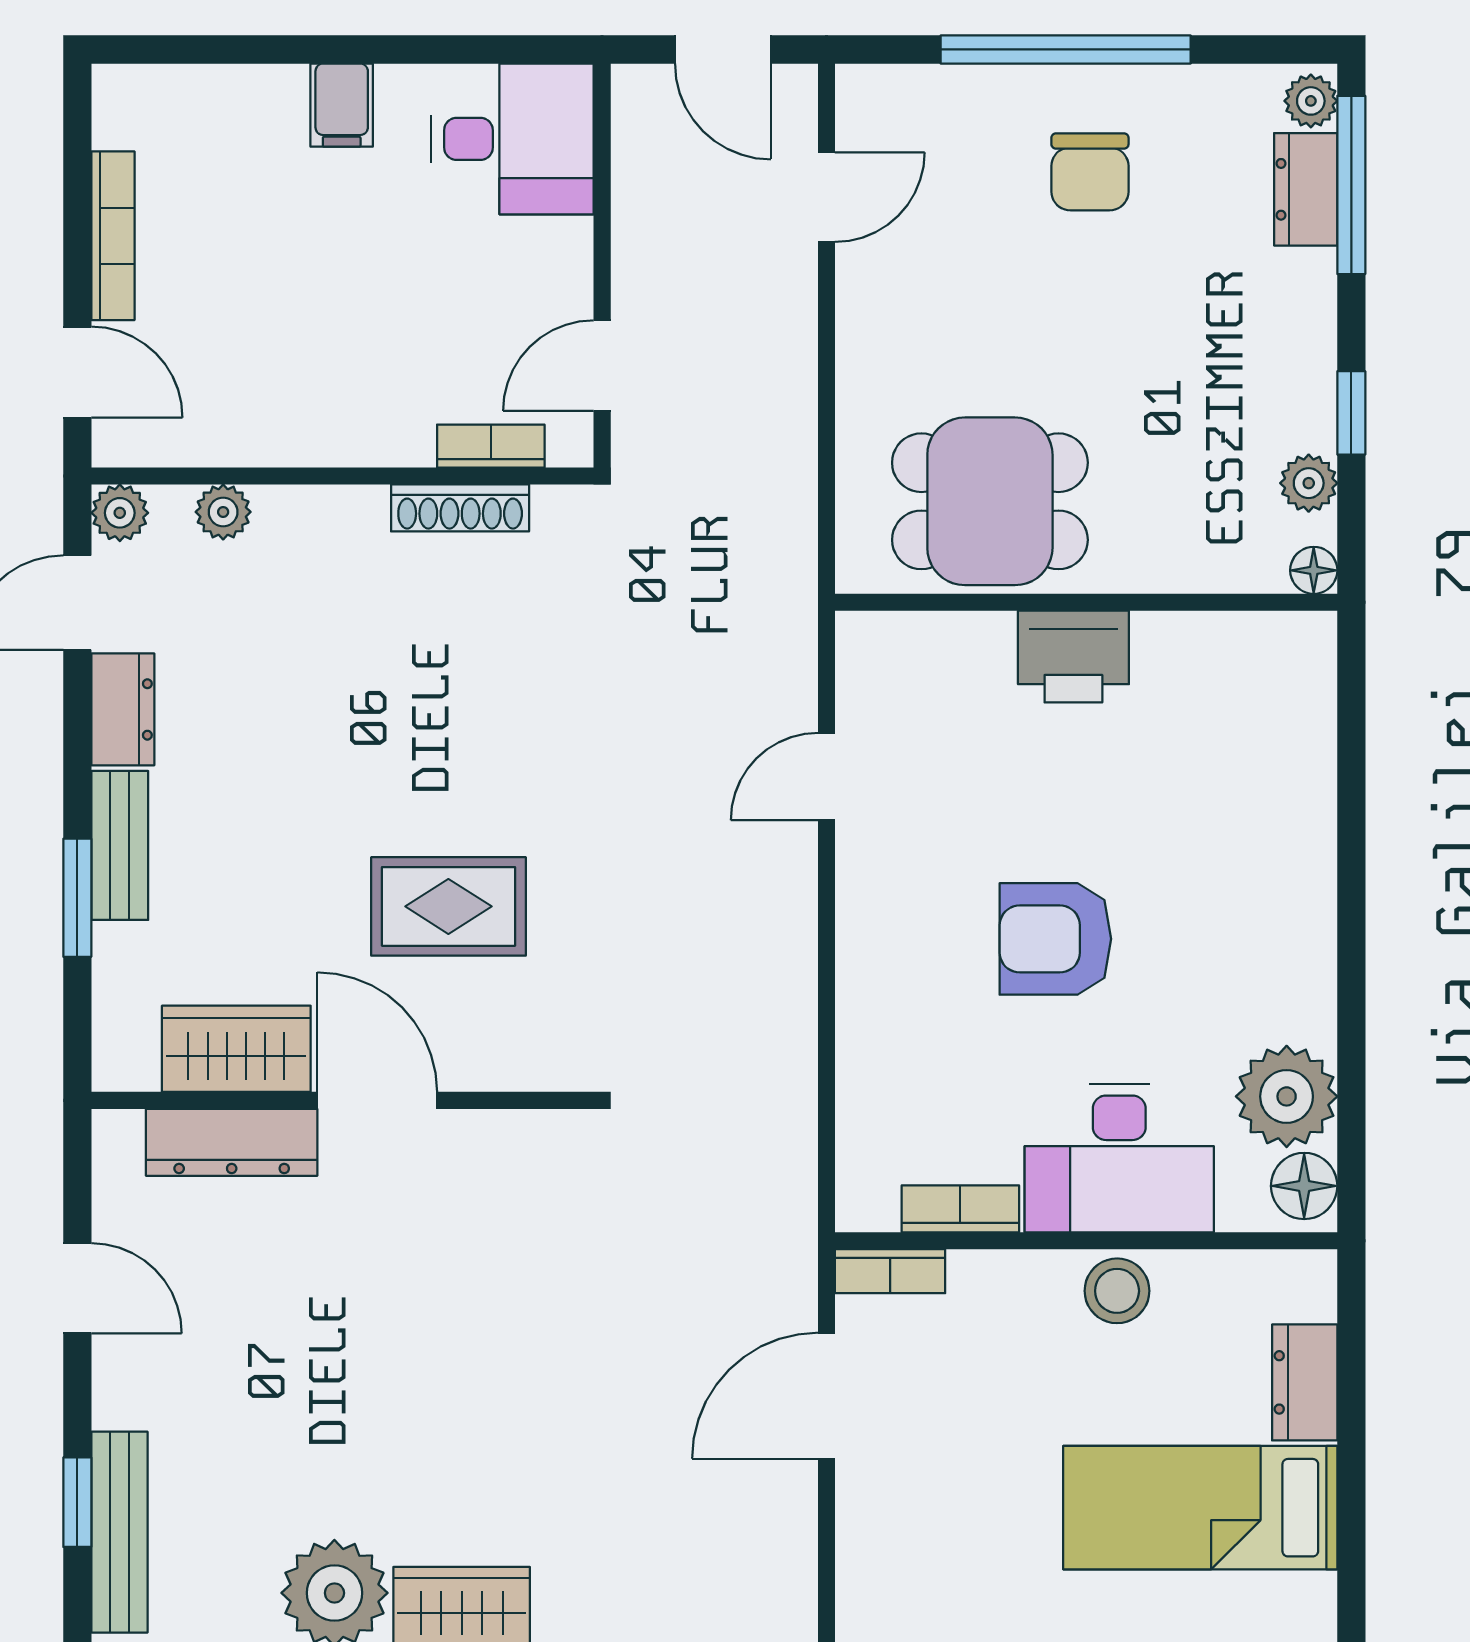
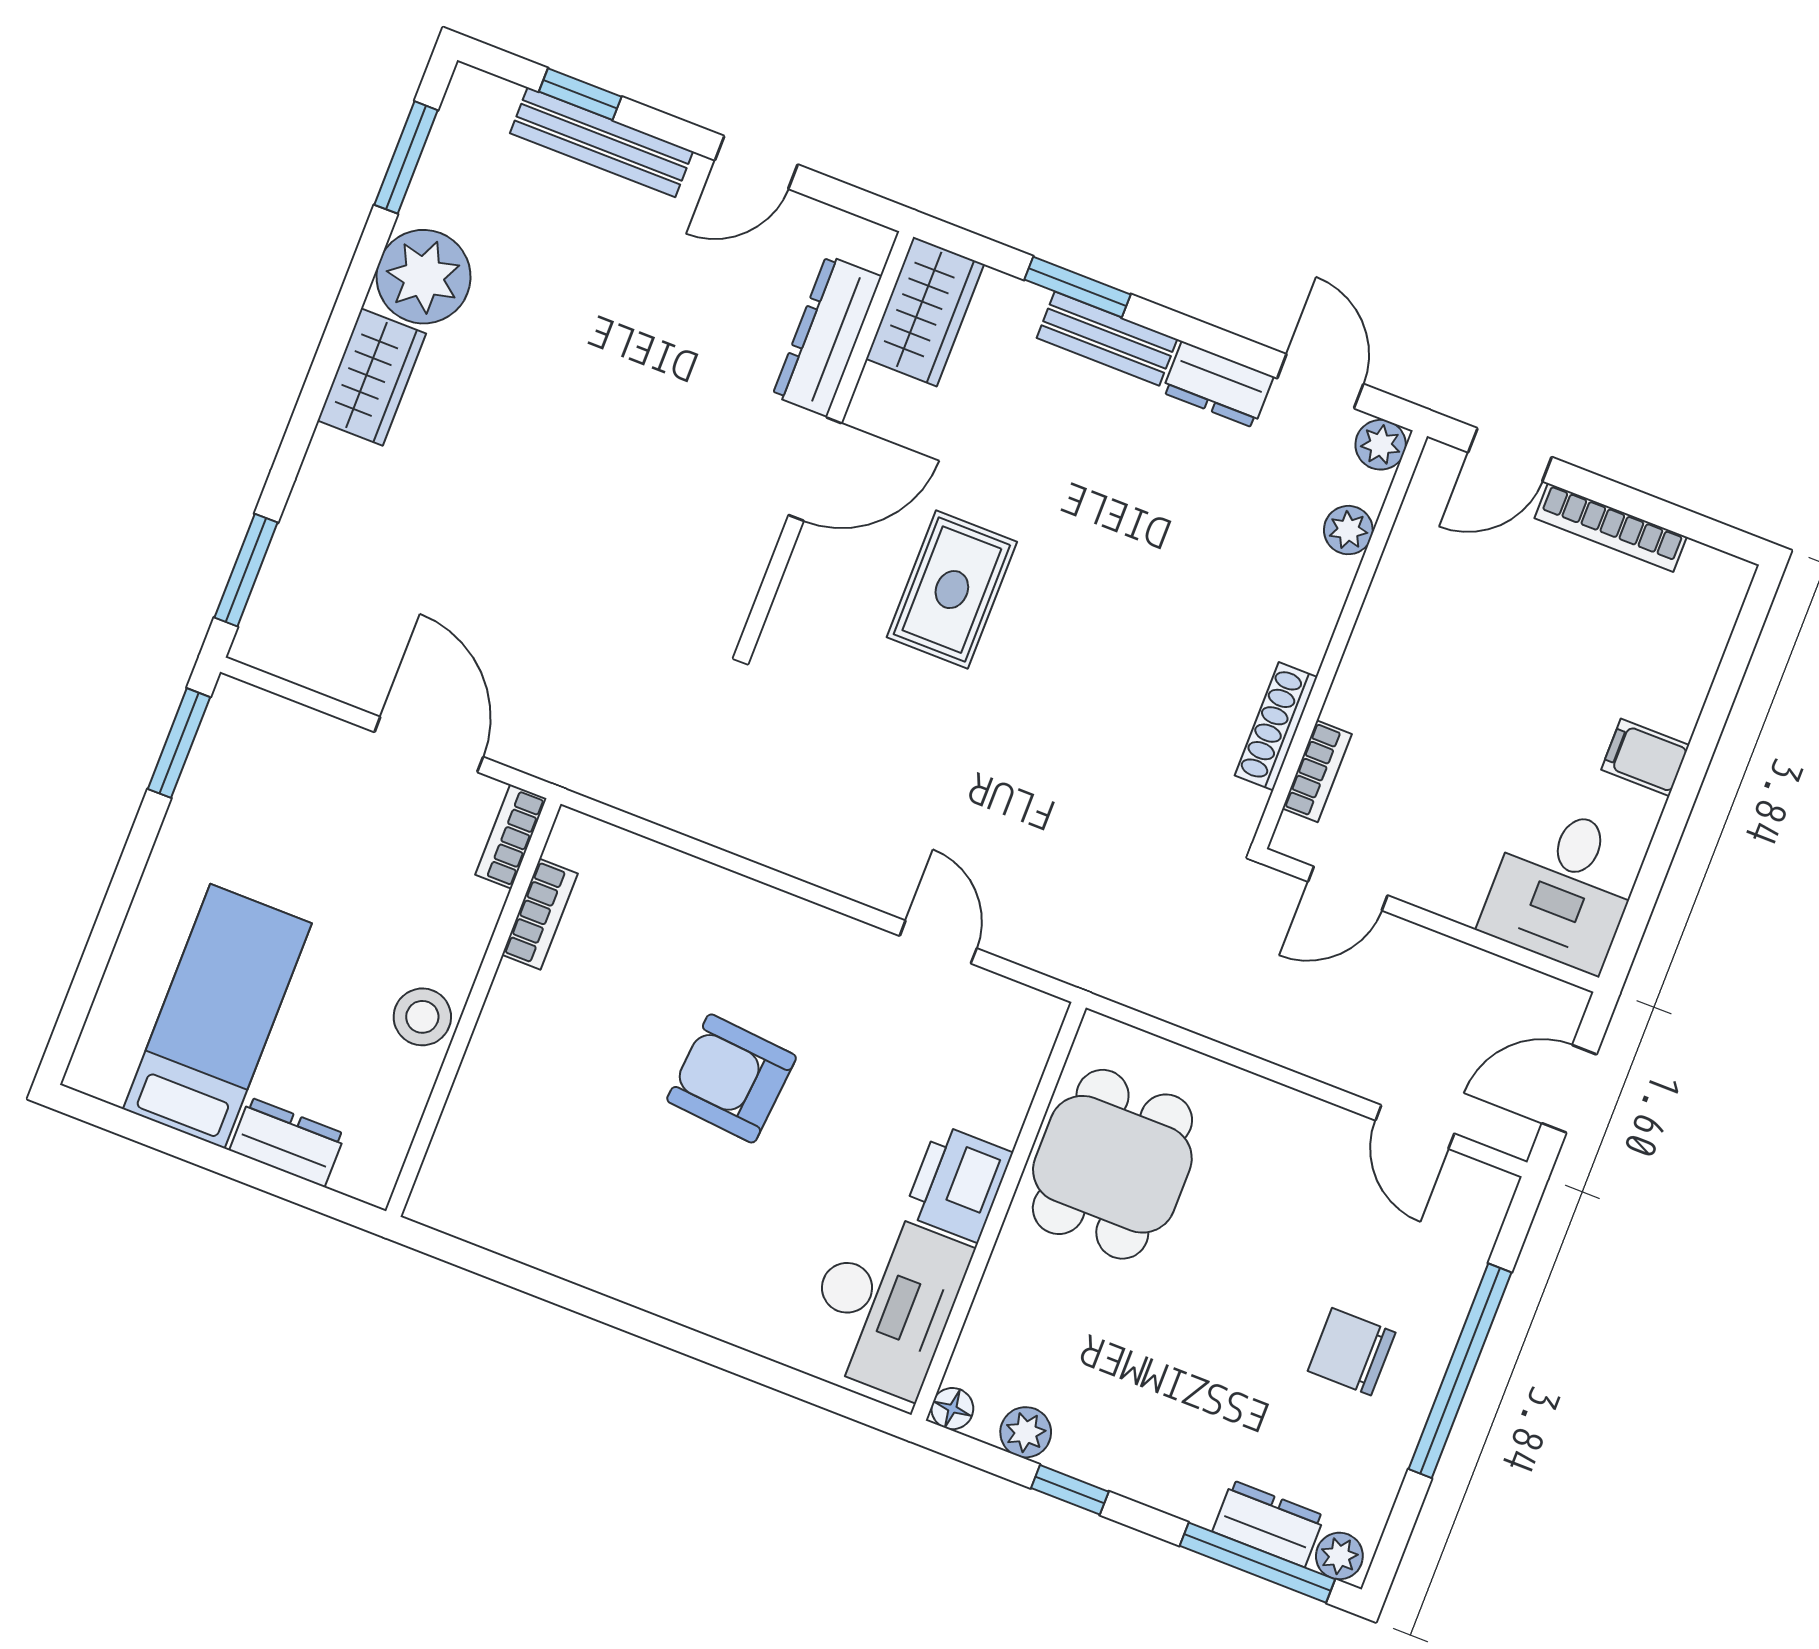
door: (602, 366) -> (1348, 888), swing flipped
armchair: (1055, 939) -> (732, 1078), turned -85
wardrobe: (236, 1049) -> (925, 312), moved
plant: (1287, 1096) -> (528, 1218), removed
desk: (1119, 1158) -> (885, 1302), moved, turned 180
floor lamp: (1304, 1186) -> (449, 1204), removed
bench: (119, 1532) -> (601, 142), moved

